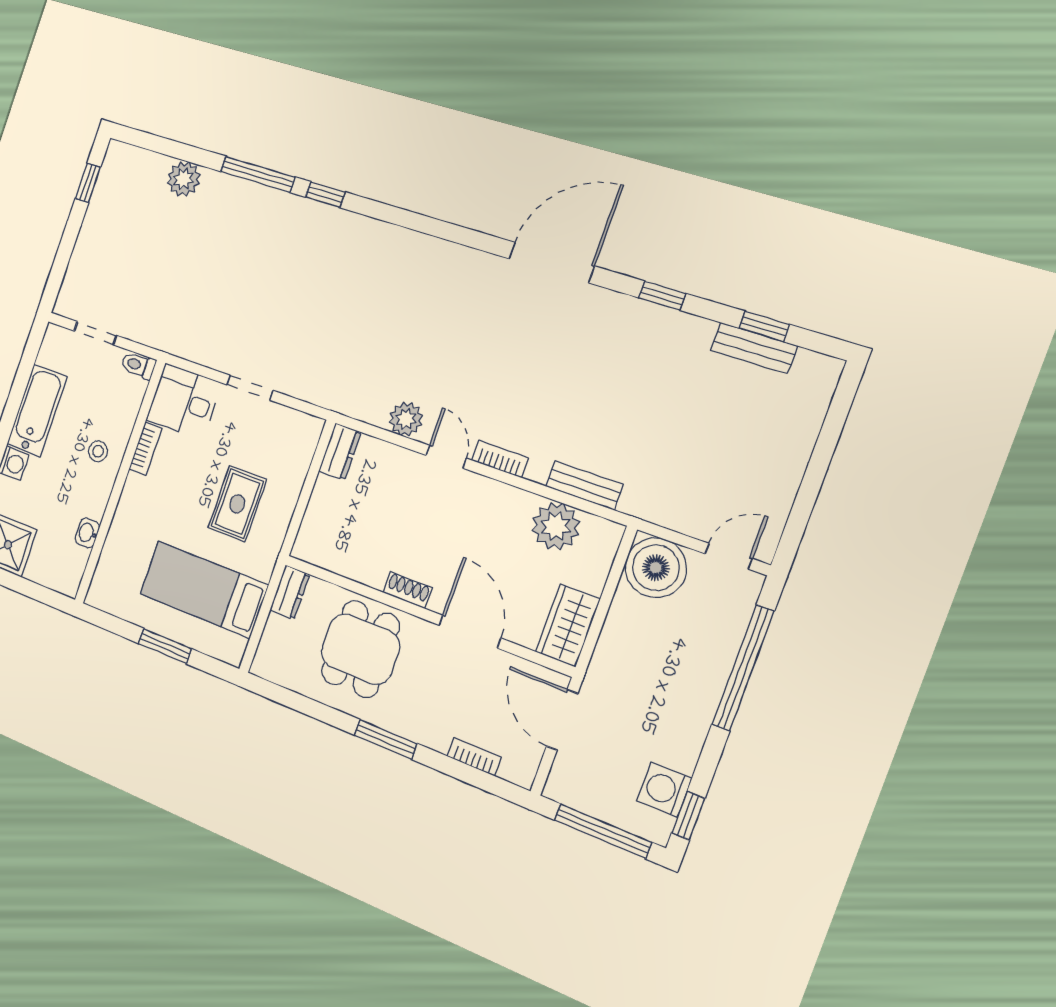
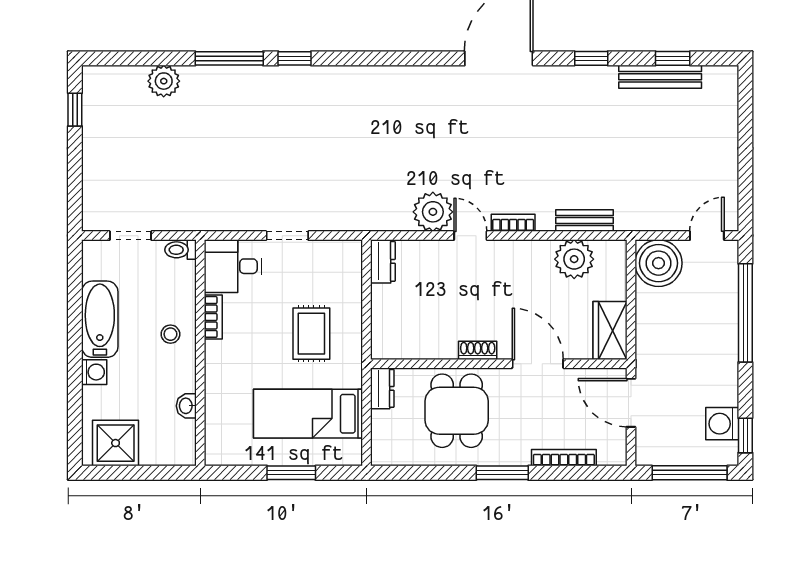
bench: (754, 348) -> (660, 77), width x1.36
plant: (406, 419) -> (433, 212), width x1.36, depth x1.36
bookcase: (474, 757) -> (564, 458), width x1.56

